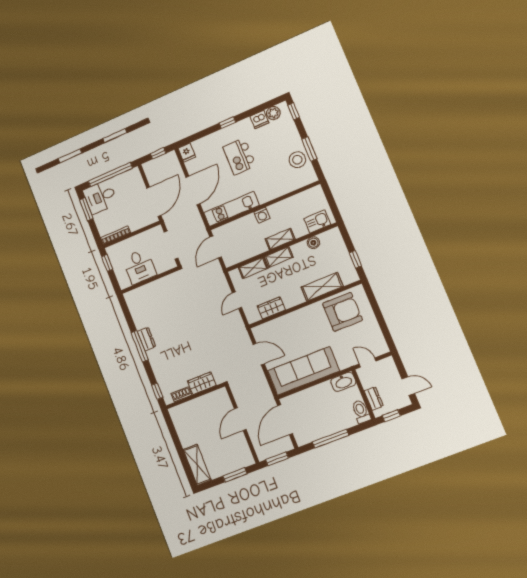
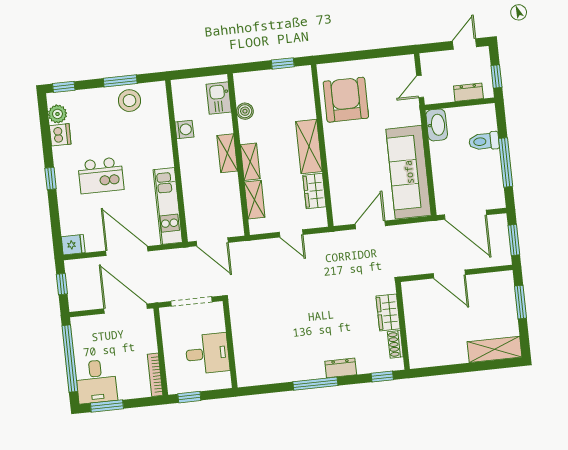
washing machine: (262, 215) -> (184, 129), moved
shelving: (322, 287) -> (309, 146), moved
dresser: (146, 339) -> (341, 368), moved
toilet: (361, 412) -> (484, 141), moved

